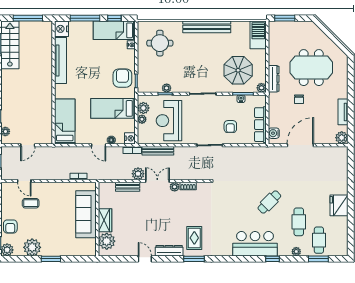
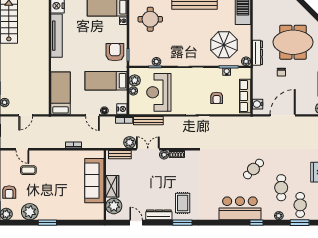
sofa: (86, 214) -> (94, 181), moved
wall: (97, 219) -> (105, 185), moved
wardrobe: (105, 220) -> (112, 186), moved
plant: (107, 241) -> (114, 206), moved

